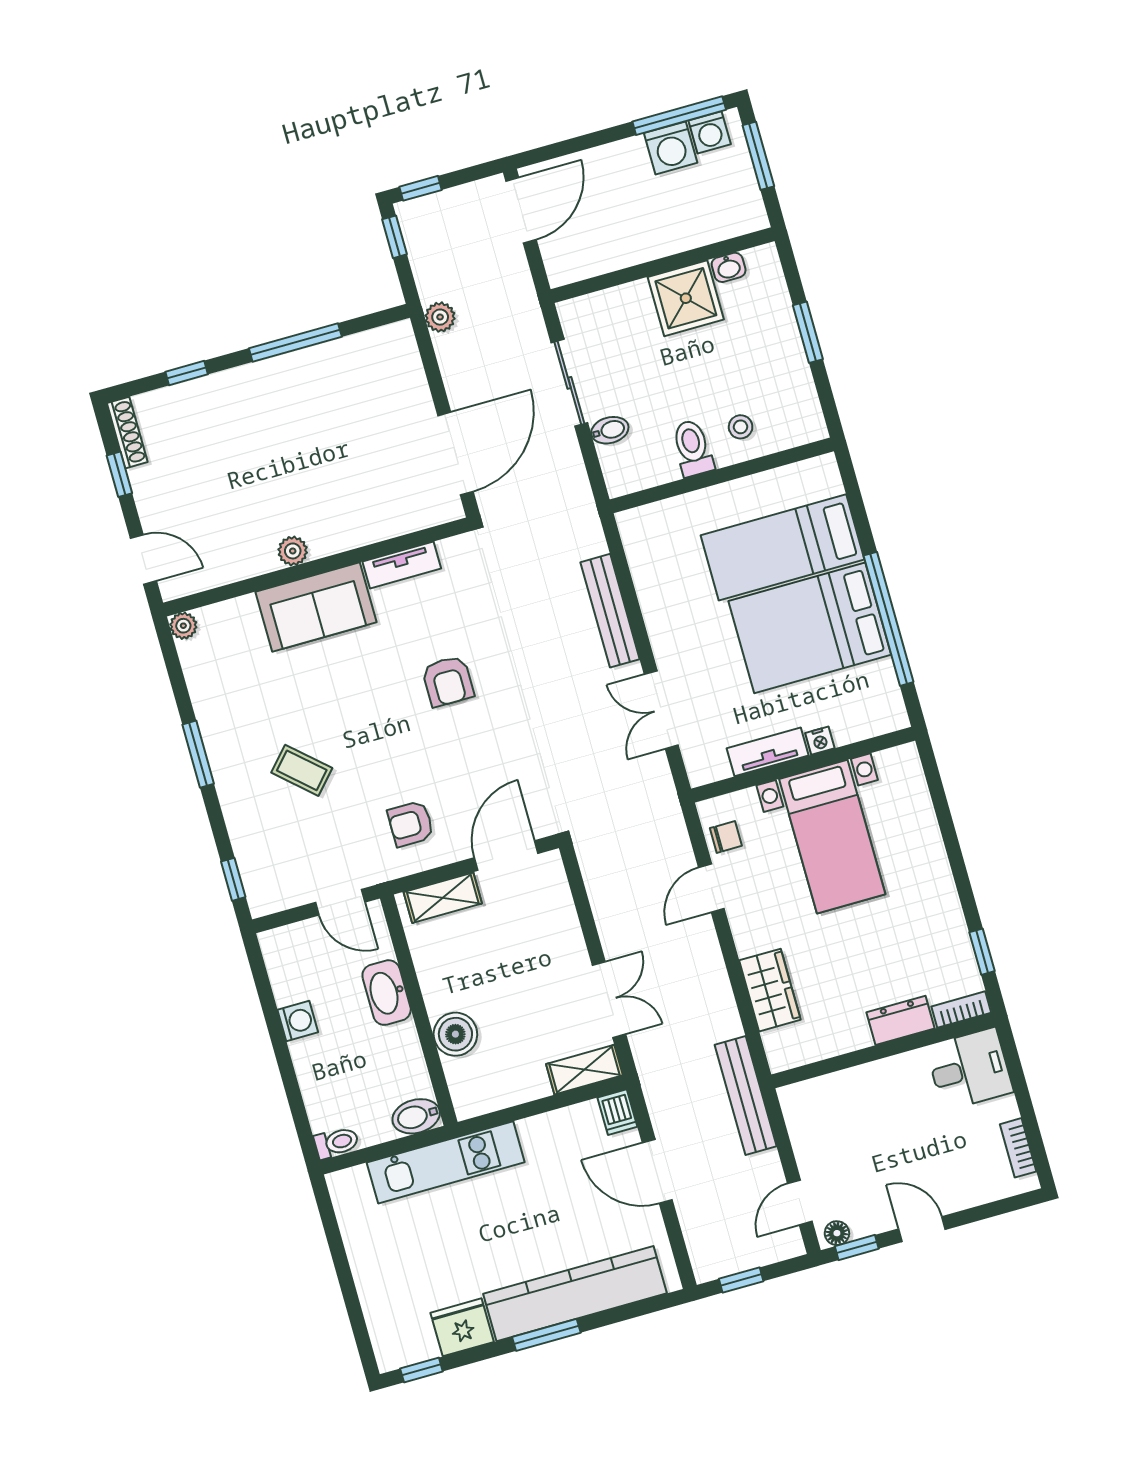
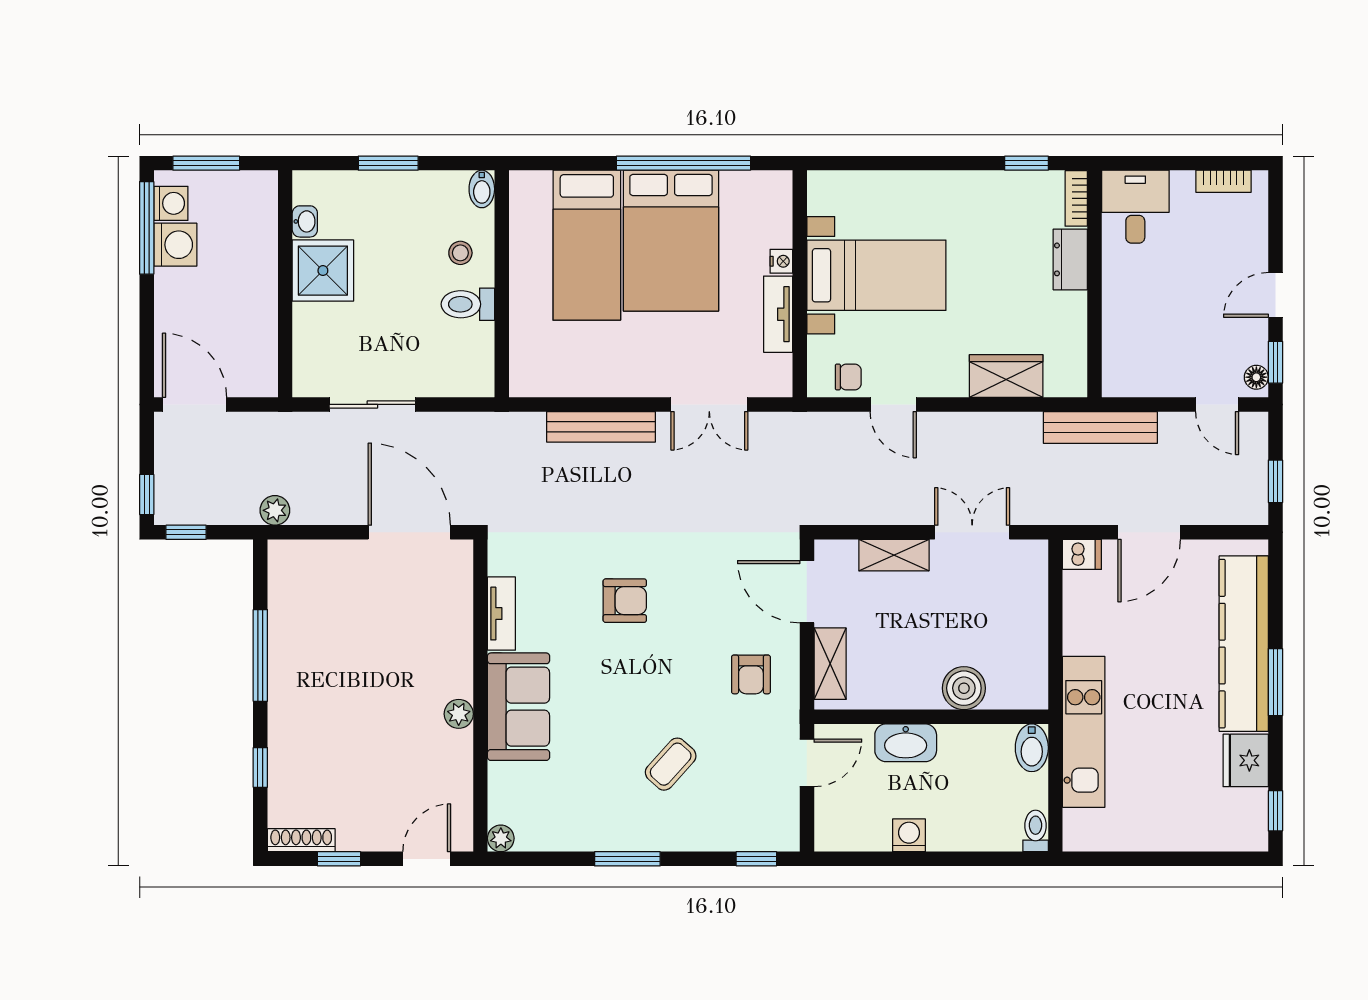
bidet: (610, 430) -> (482, 189), moved, turned 180
chair: (726, 837) -> (848, 377), turned 90
shelving: (584, 1070) -> (894, 555), moved, turned 90

